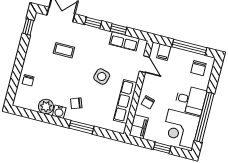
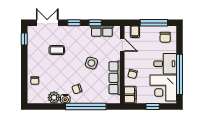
window: (82, 127) -> (86, 107), width x2.11

